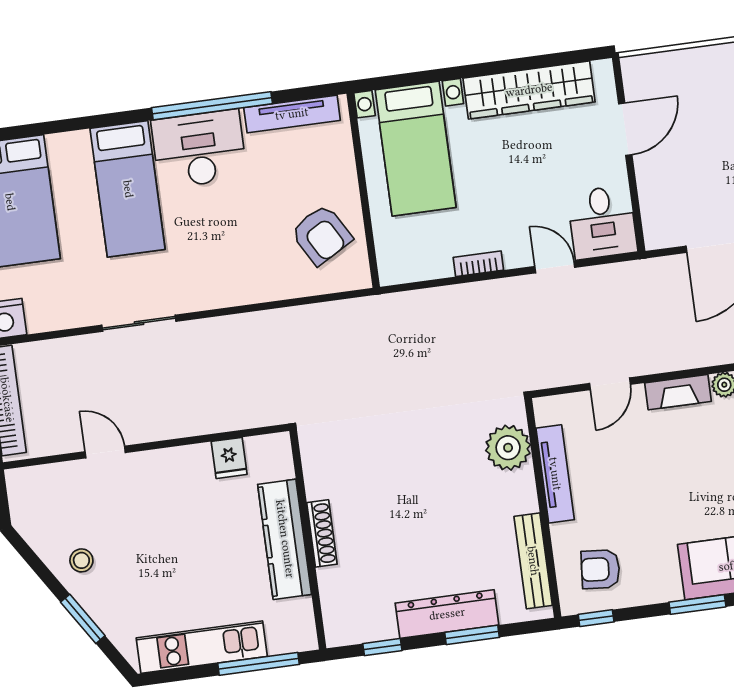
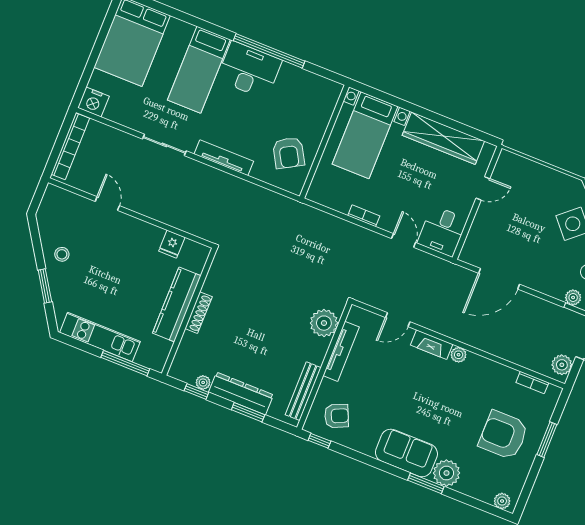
tv unit: (292, 114) -> (224, 158), moved, turned 180
door: (625, 129) -> (483, 188), width x0.73
armchair: (600, 569) -> (337, 416), turned 151
window: (697, 604) -> (378, 464), removed
plant: (384, 629) -> (203, 382), added

